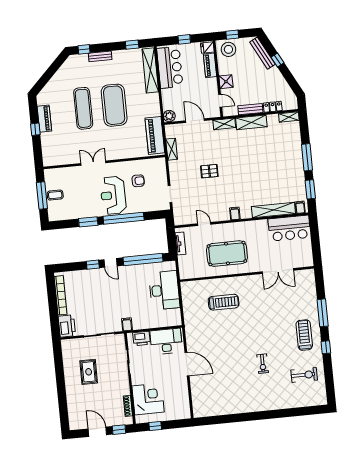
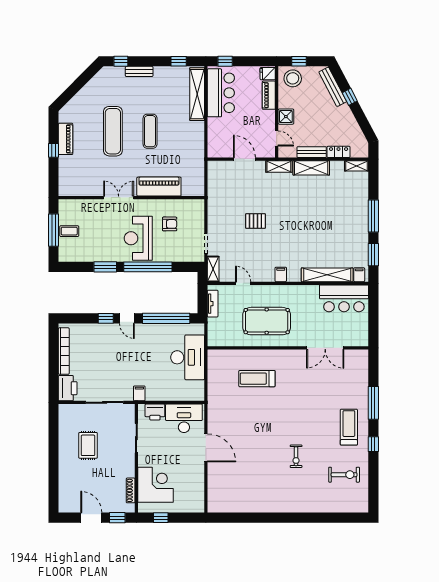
window: (184, 39) -> (225, 61), moved
exercise mat: (114, 105) -> (150, 131), width x0.50, depth x0.69
plant: (169, 116) -> (214, 151), removed
piano: (155, 135) -> (159, 187), moved, turned 90
shelving: (172, 149) -> (213, 269), moved
treadmill: (224, 302) -> (257, 379), turned 180

